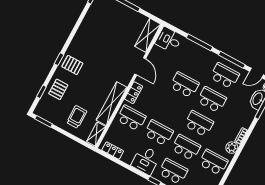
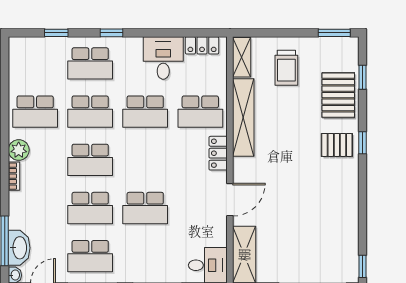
door: (140, 66) -> (230, 200), swing flipped
pallet: (58, 89) -> (338, 95), width x1.50, depth x1.42
desk: (146, 160) -> (163, 58), moved

